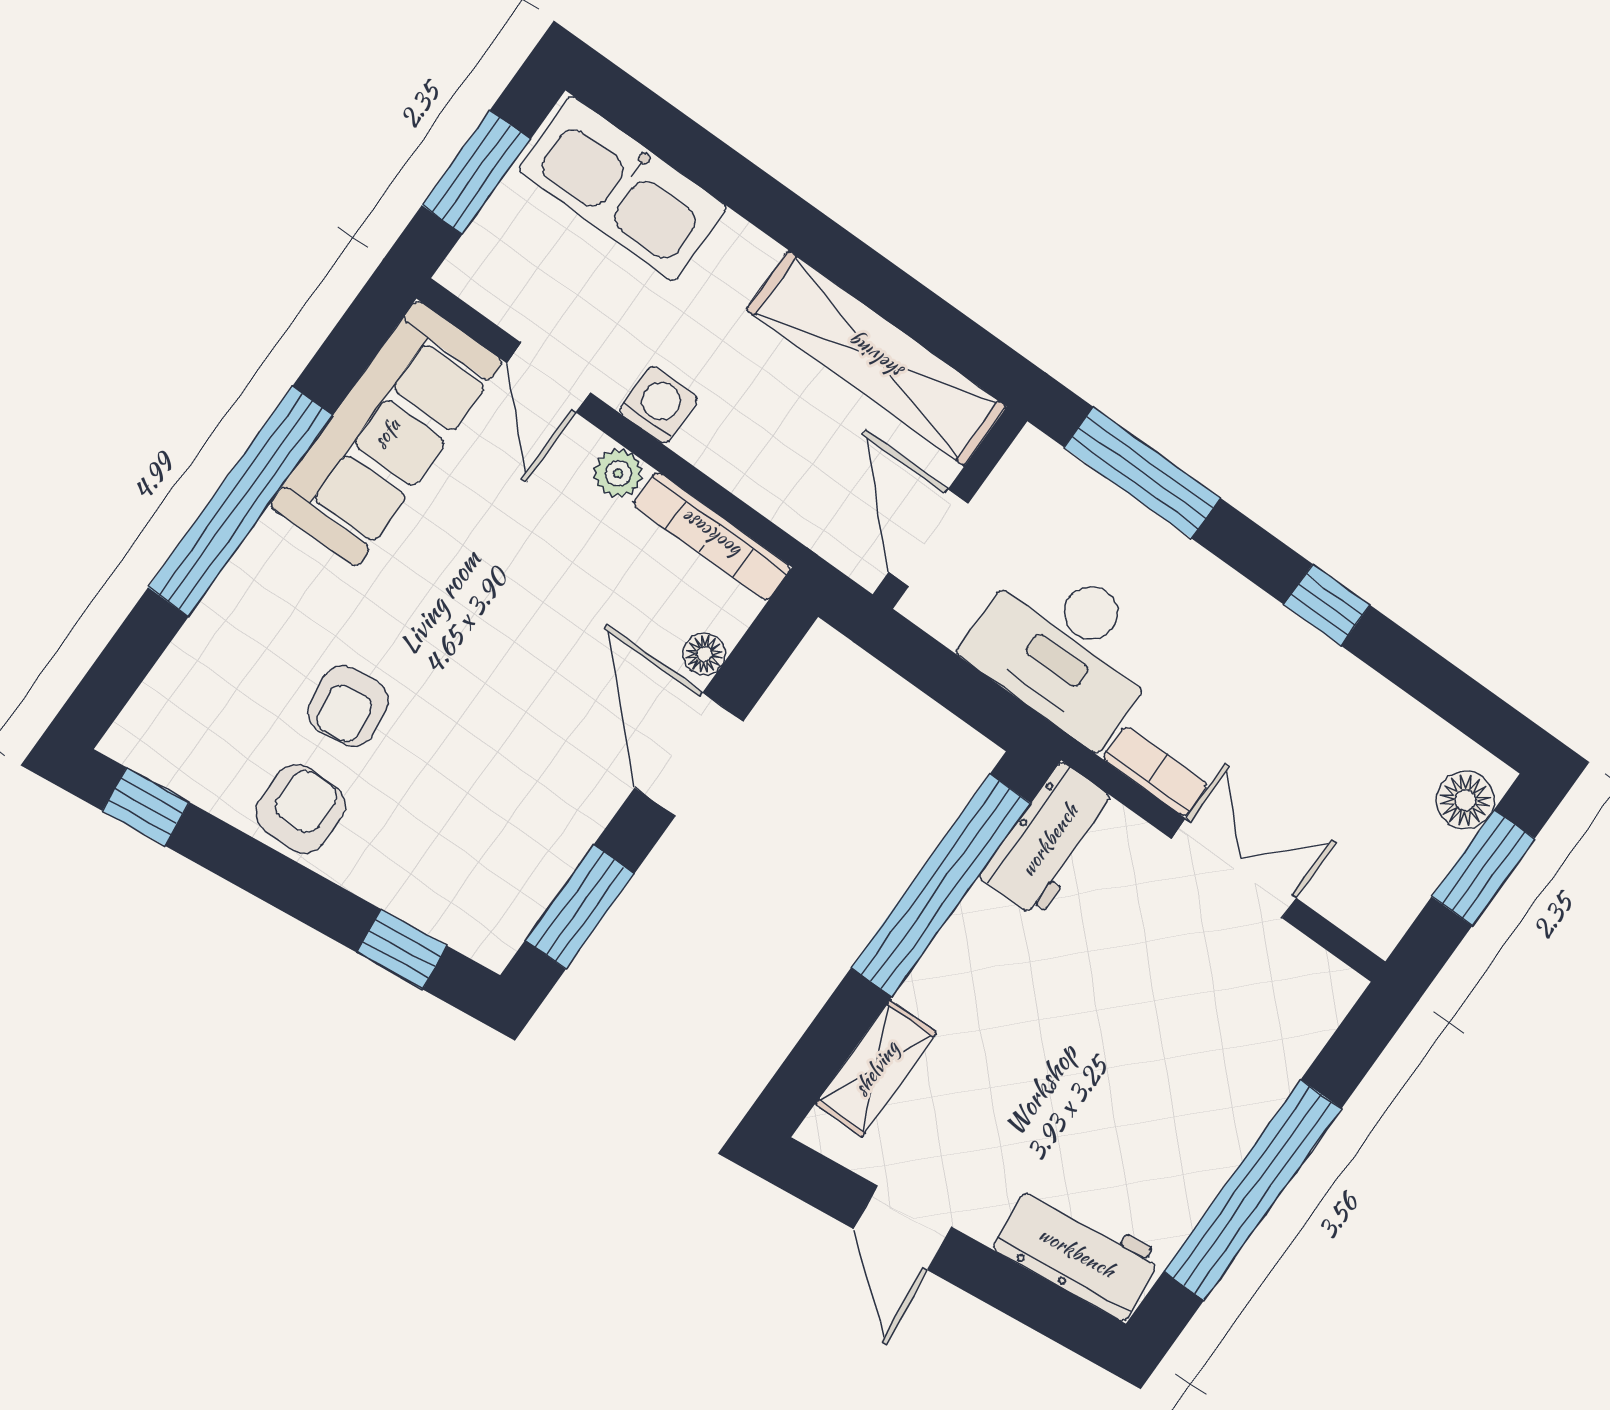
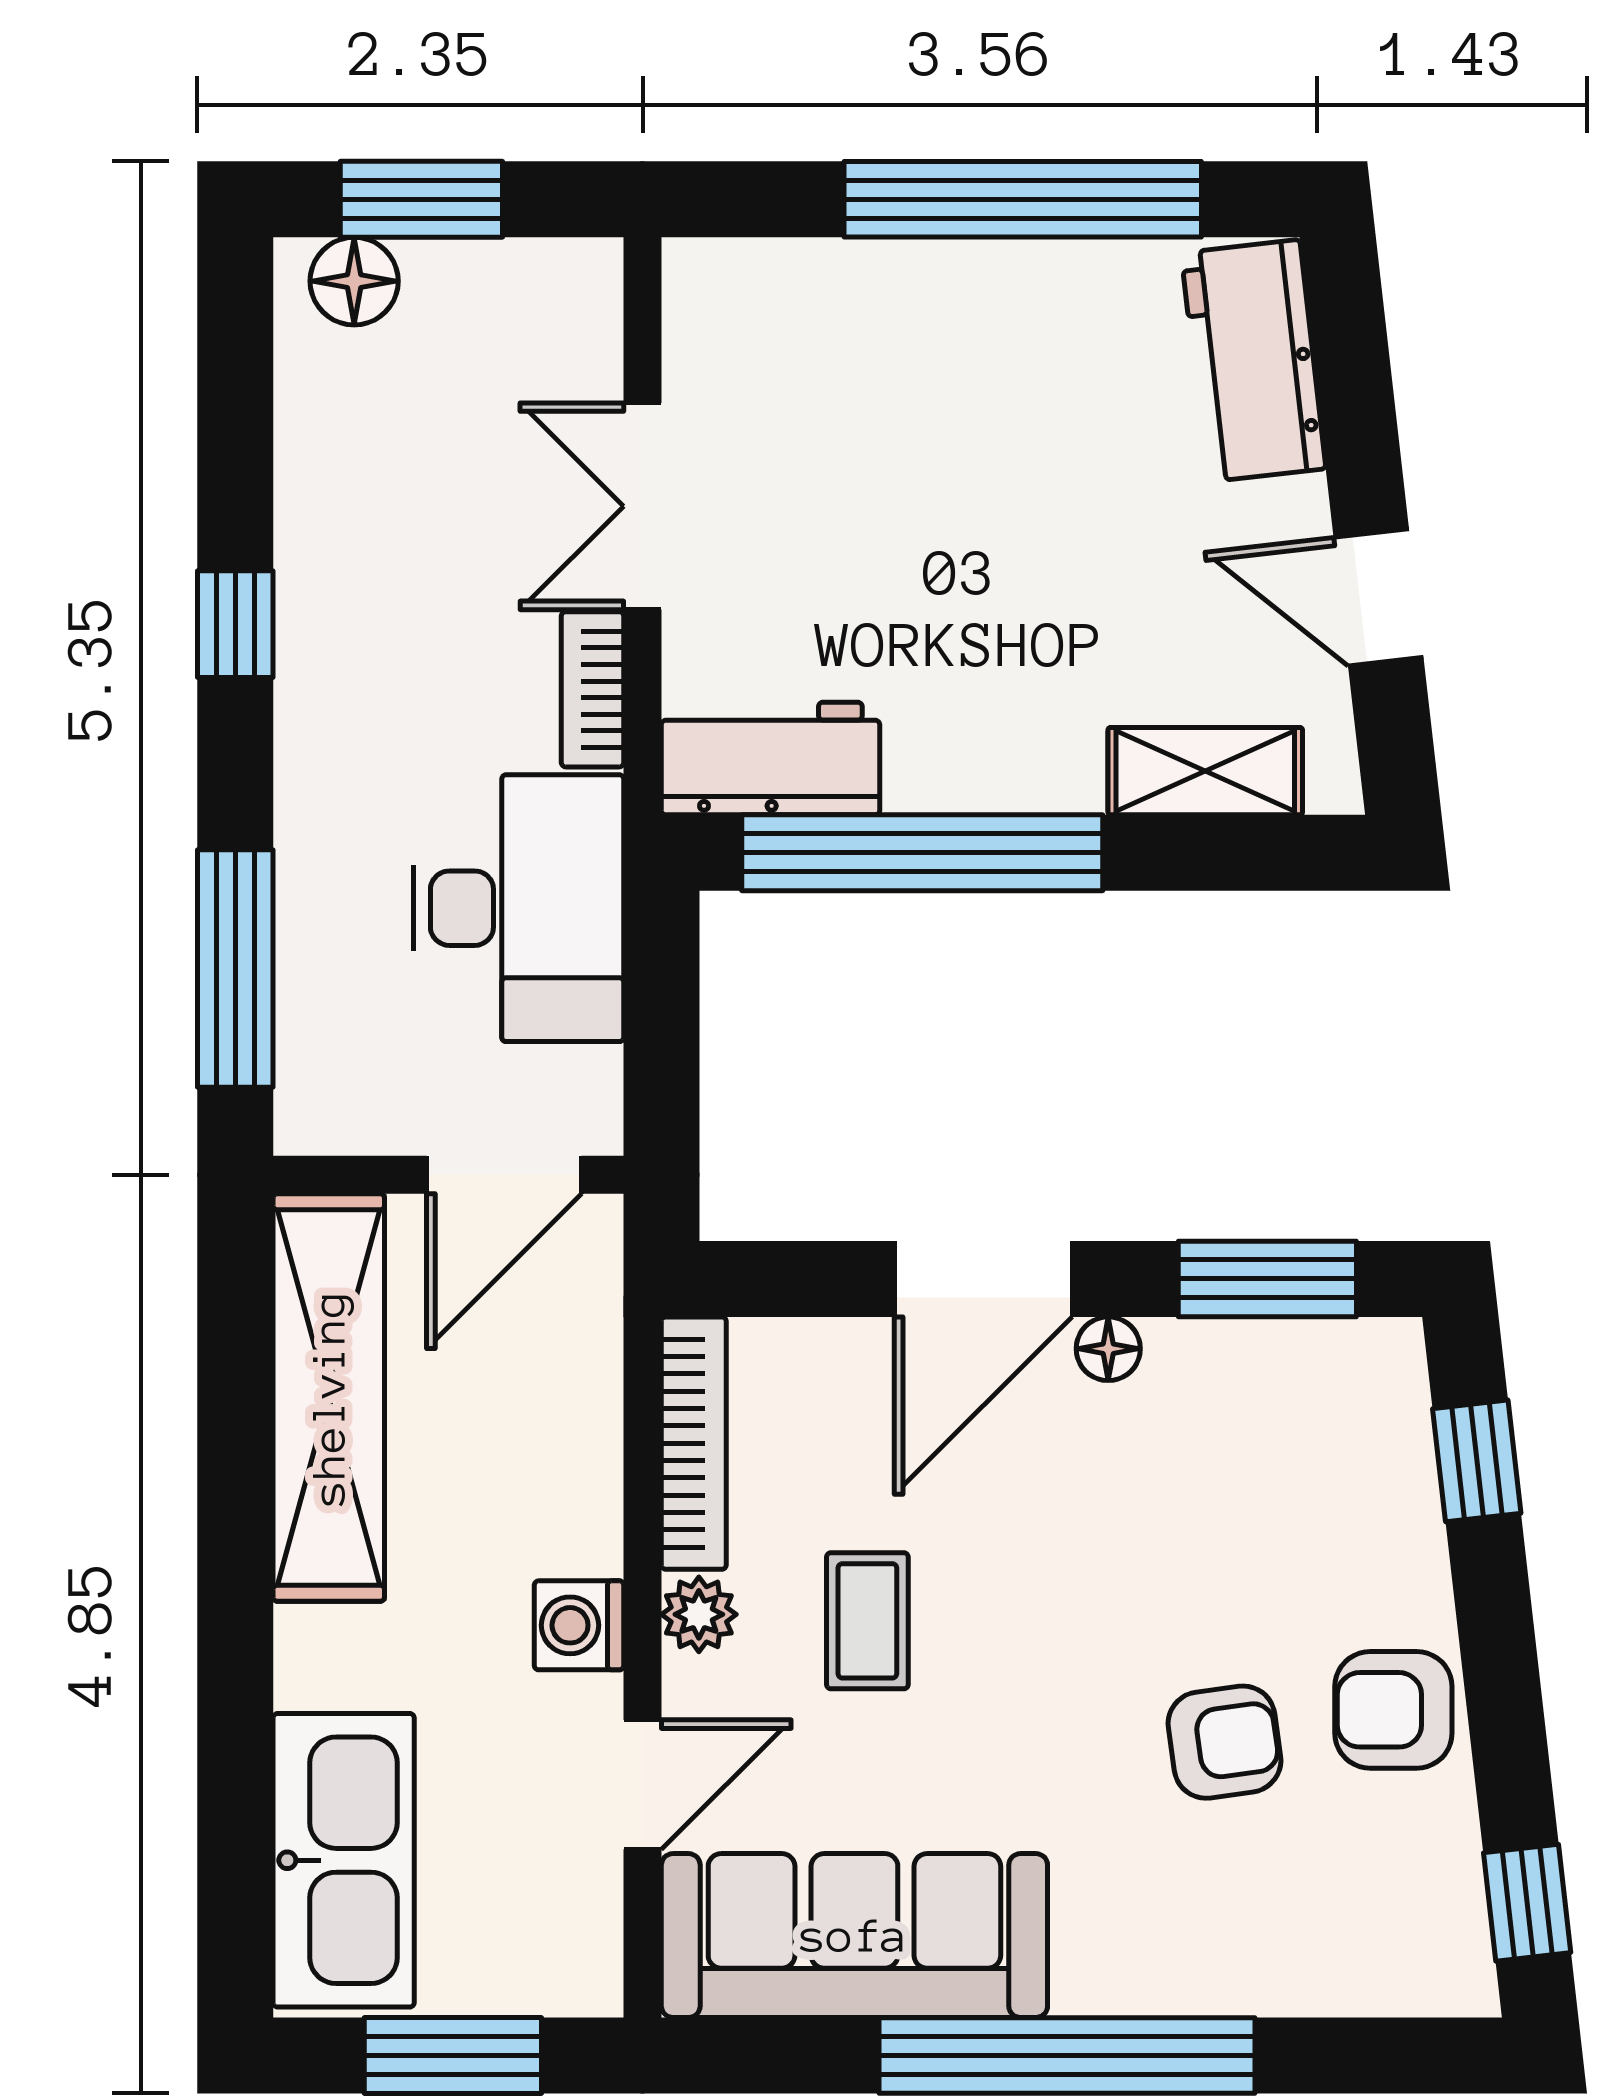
coffee table: (550, 561) -> (867, 1621), added
floor lamp: (704, 654) -> (1108, 1349), moved
door: (902, 1228) -> (1379, 597), swing flipped

